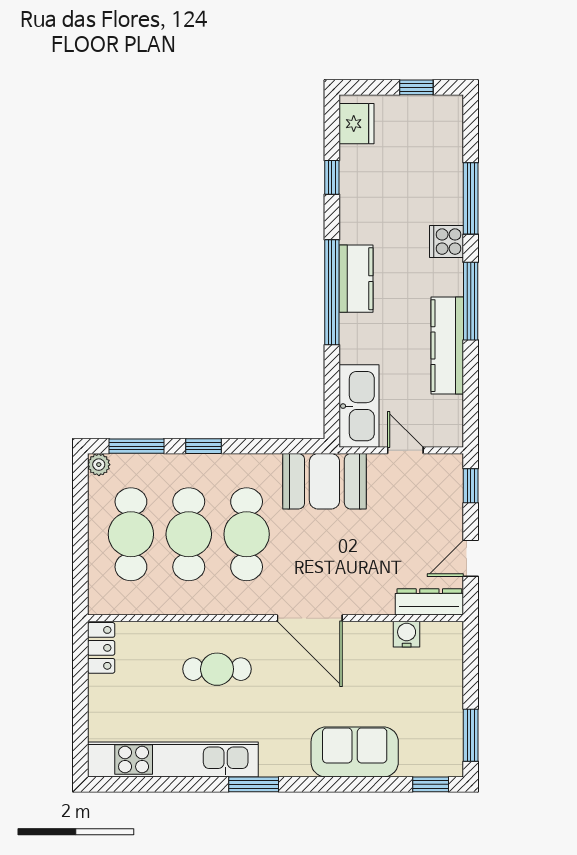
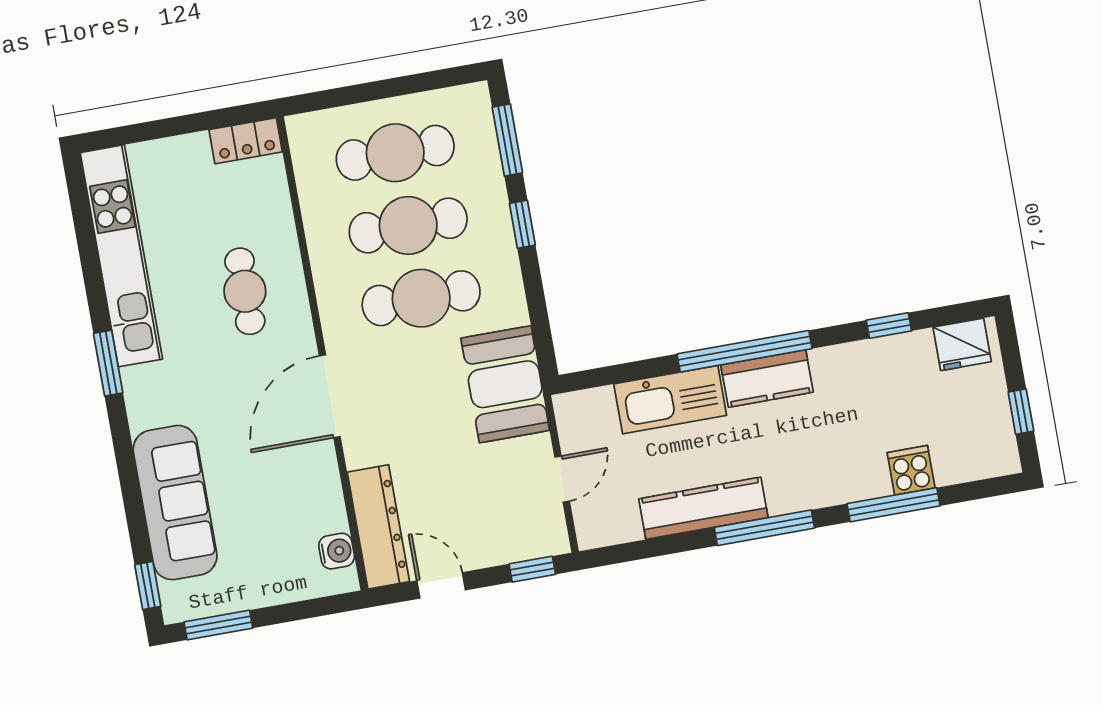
cooker: (447, 242) -> (911, 470), moved
kitchen sink: (359, 406) -> (670, 400), moved
plant: (99, 465) -> (476, 97), removed
dresser: (429, 602) -> (378, 527), width x1.37, depth x1.24
water cooler: (407, 634) -> (337, 551), moved
sofa: (355, 752) -> (175, 503), width x1.36

